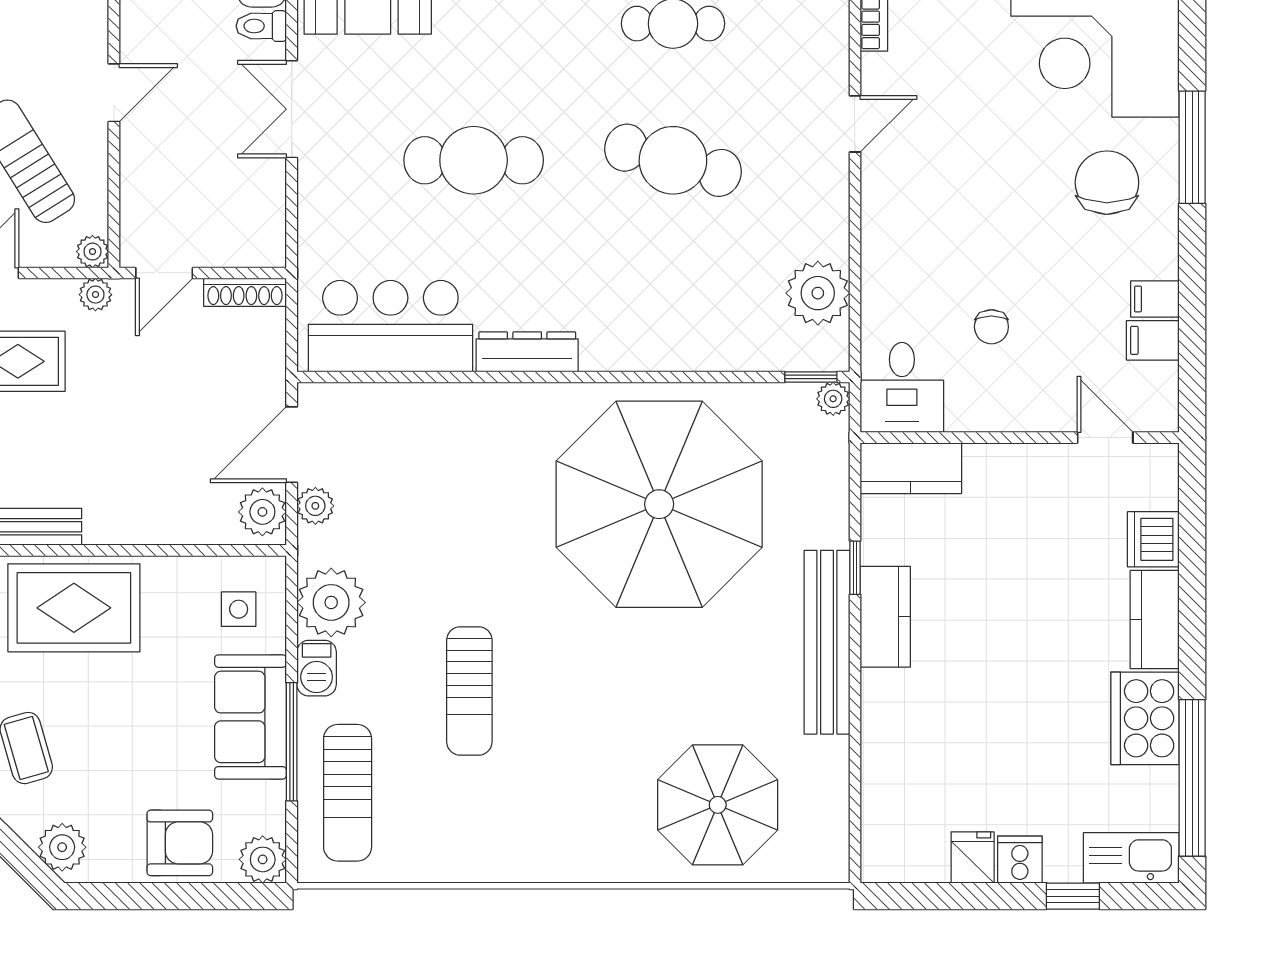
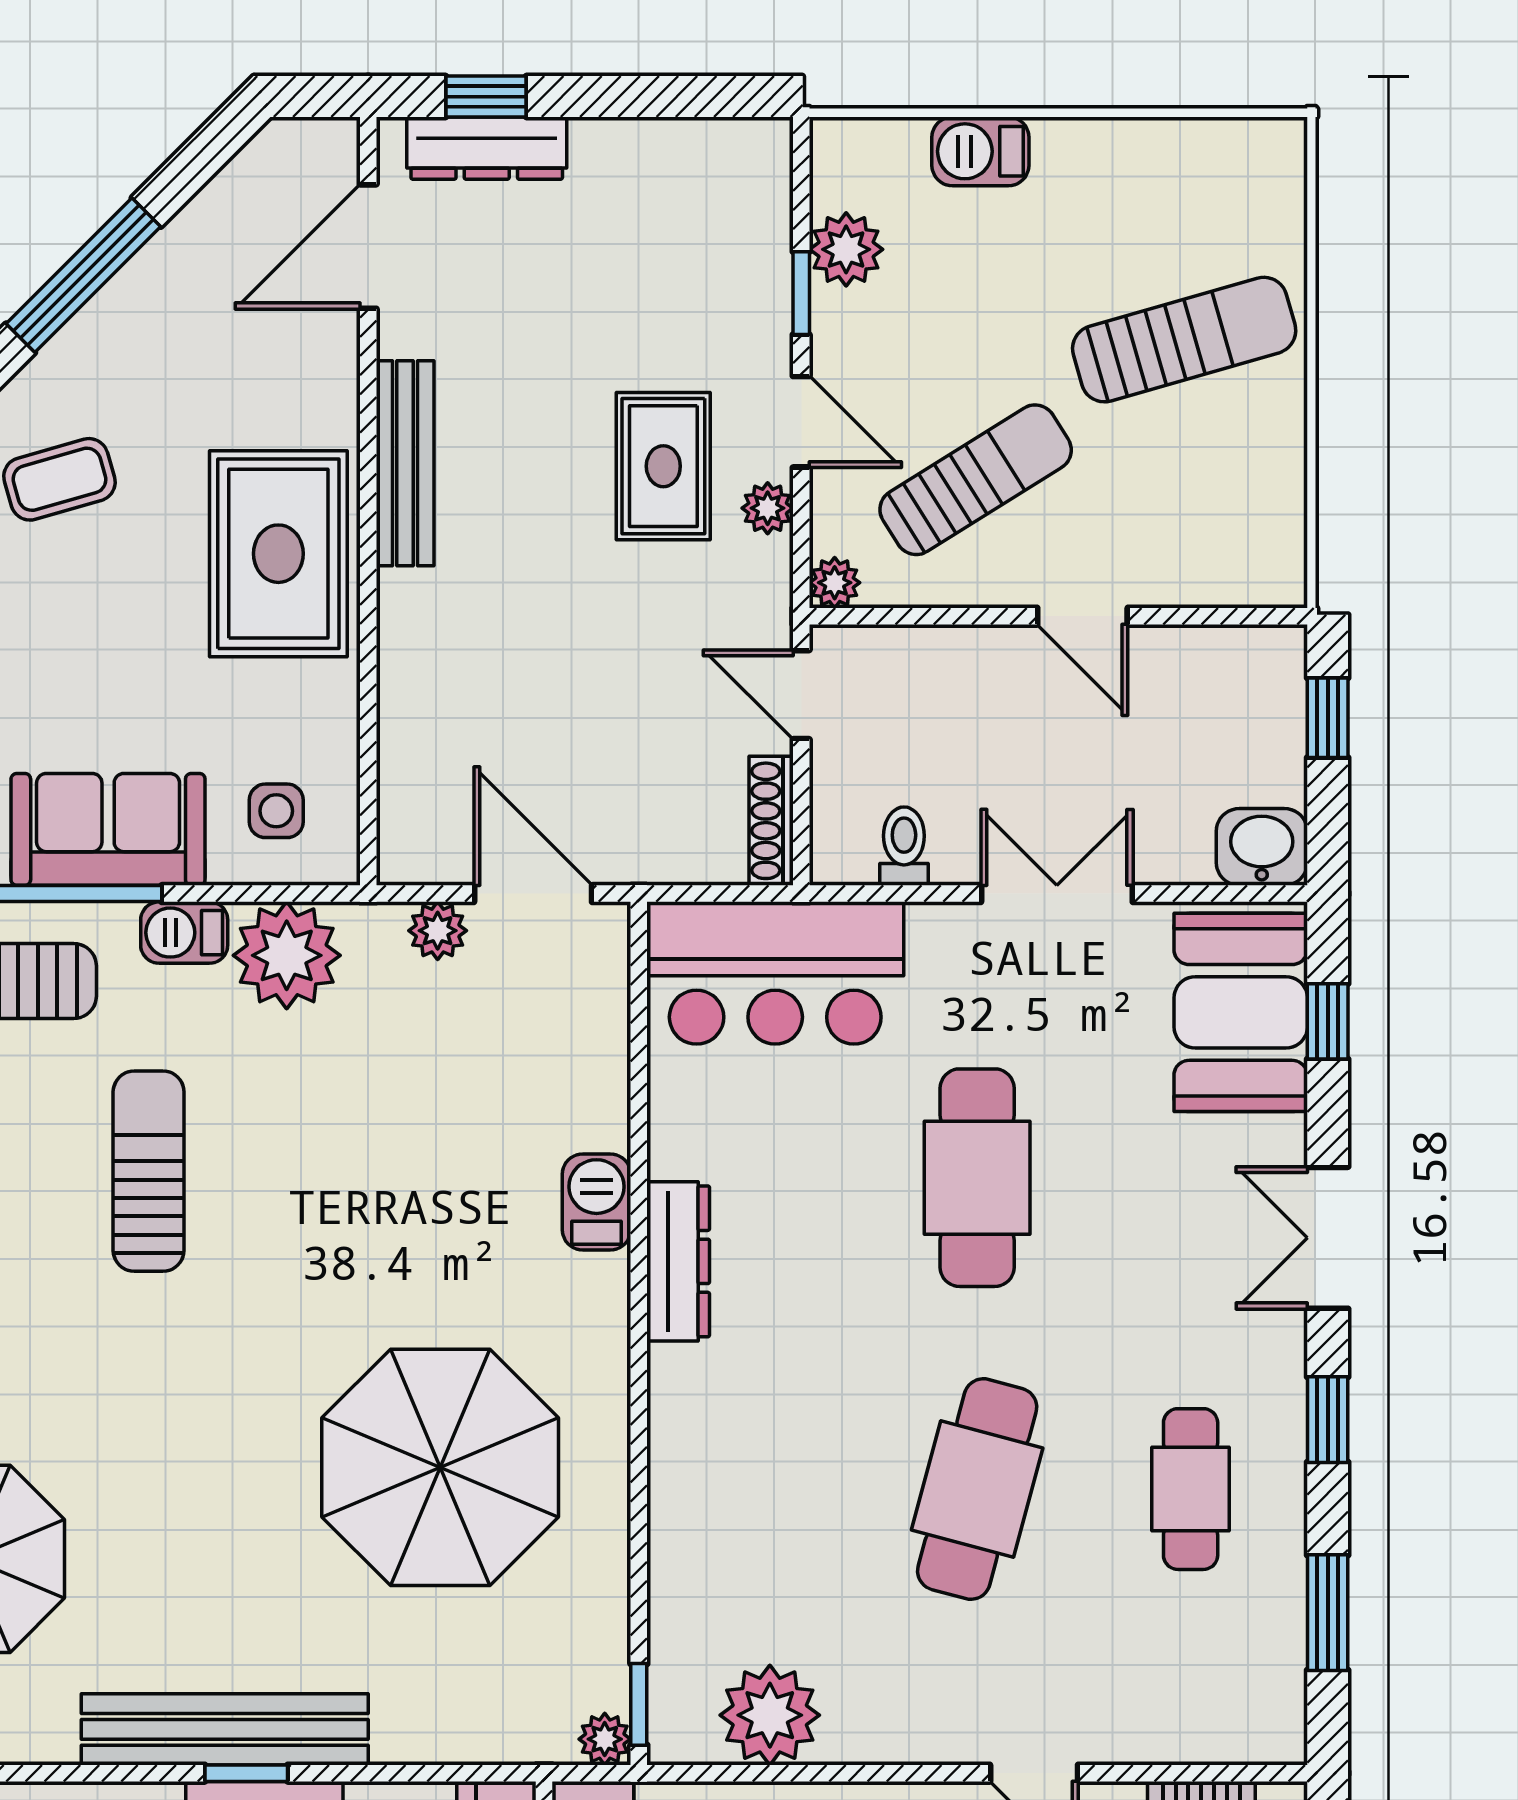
toilet: (261, 26) -> (904, 846), moved
plant: (95, 295) -> (768, 508), moved
bar counter: (390, 326) -> (775, 973), moved, turned 90
barbecue: (489, 404) -> (597, 1202), added
parasol: (659, 504) -> (440, 1467), width x0.73, depth x0.73
plant: (262, 512) -> (428, 848), removed
window: (855, 568) -> (246, 1773), moved
sun lounger: (469, 691) -> (149, 1171), turned 90

